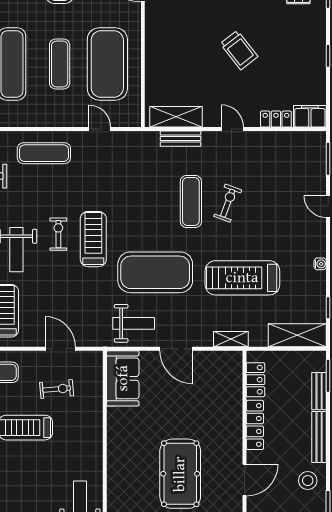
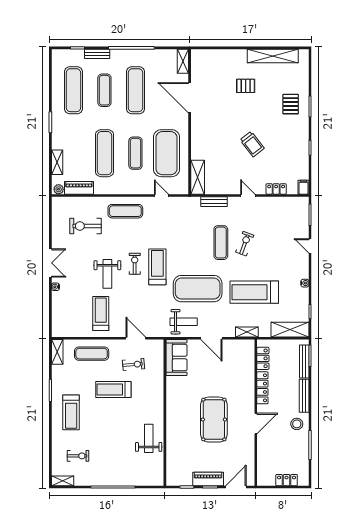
filing cabinet: (310, 116) -> (303, 187), width x0.50
shelving: (176, 117) -> (198, 177), moved, turned 90
bench: (319, 391) -> (304, 361), width x1.36

